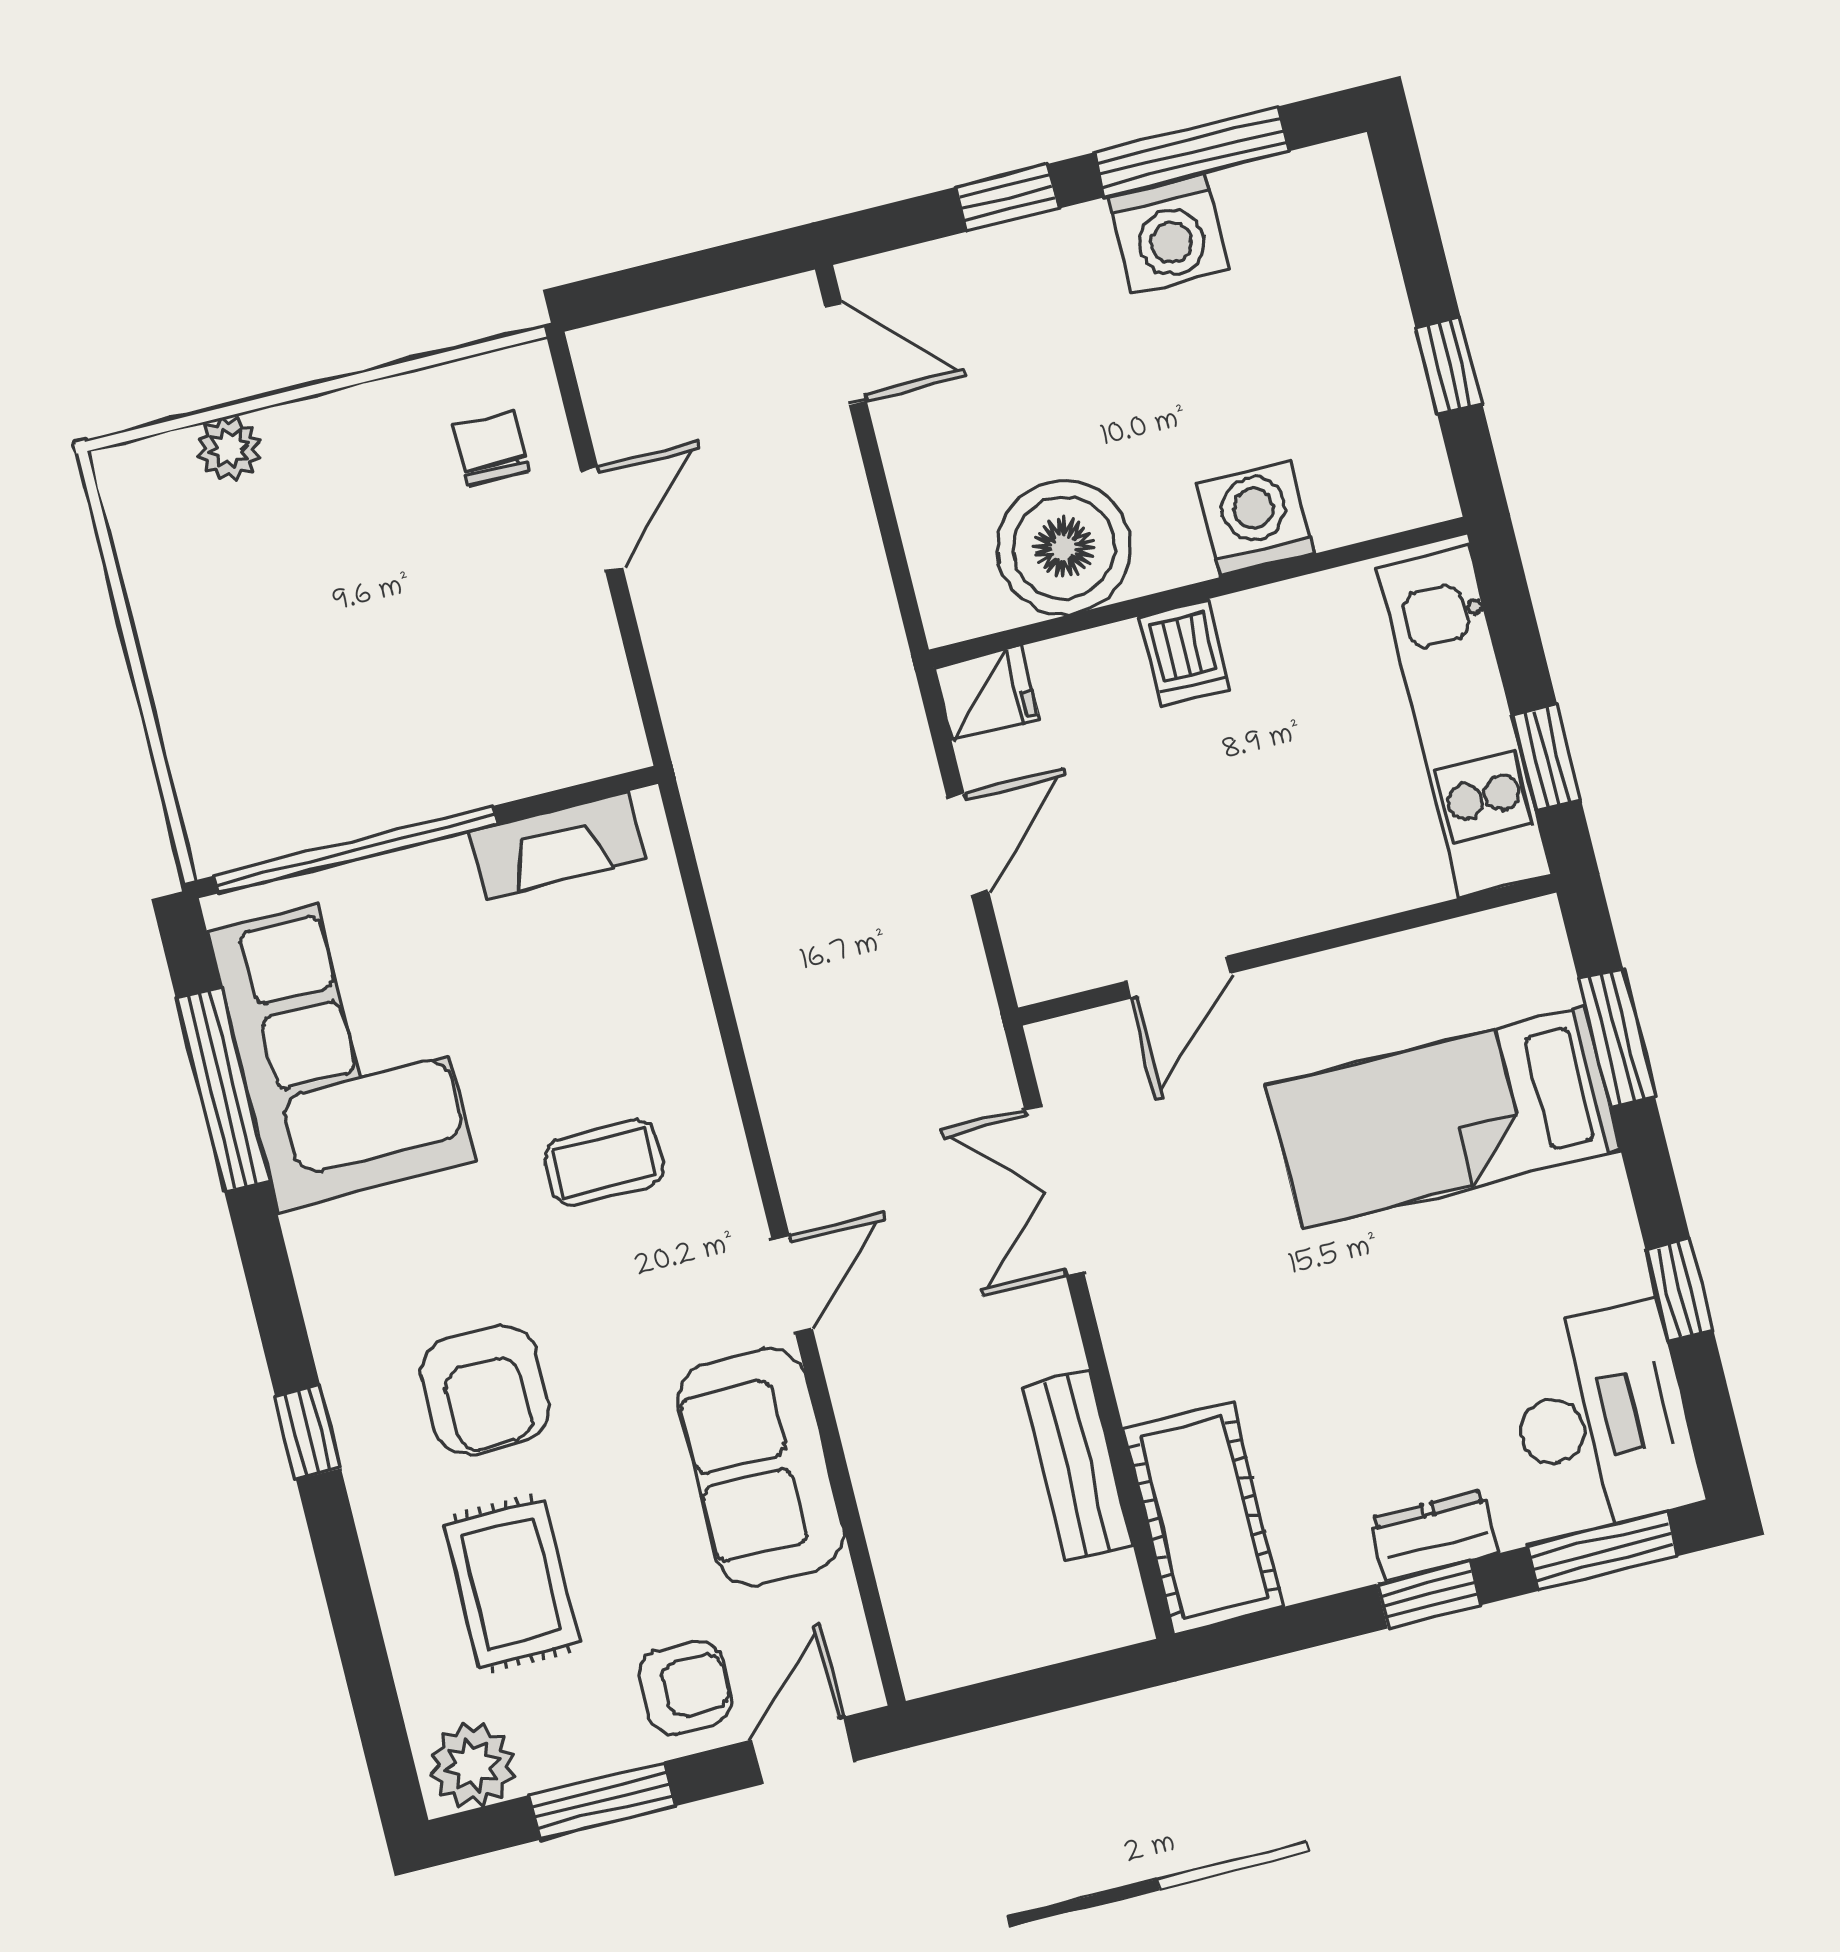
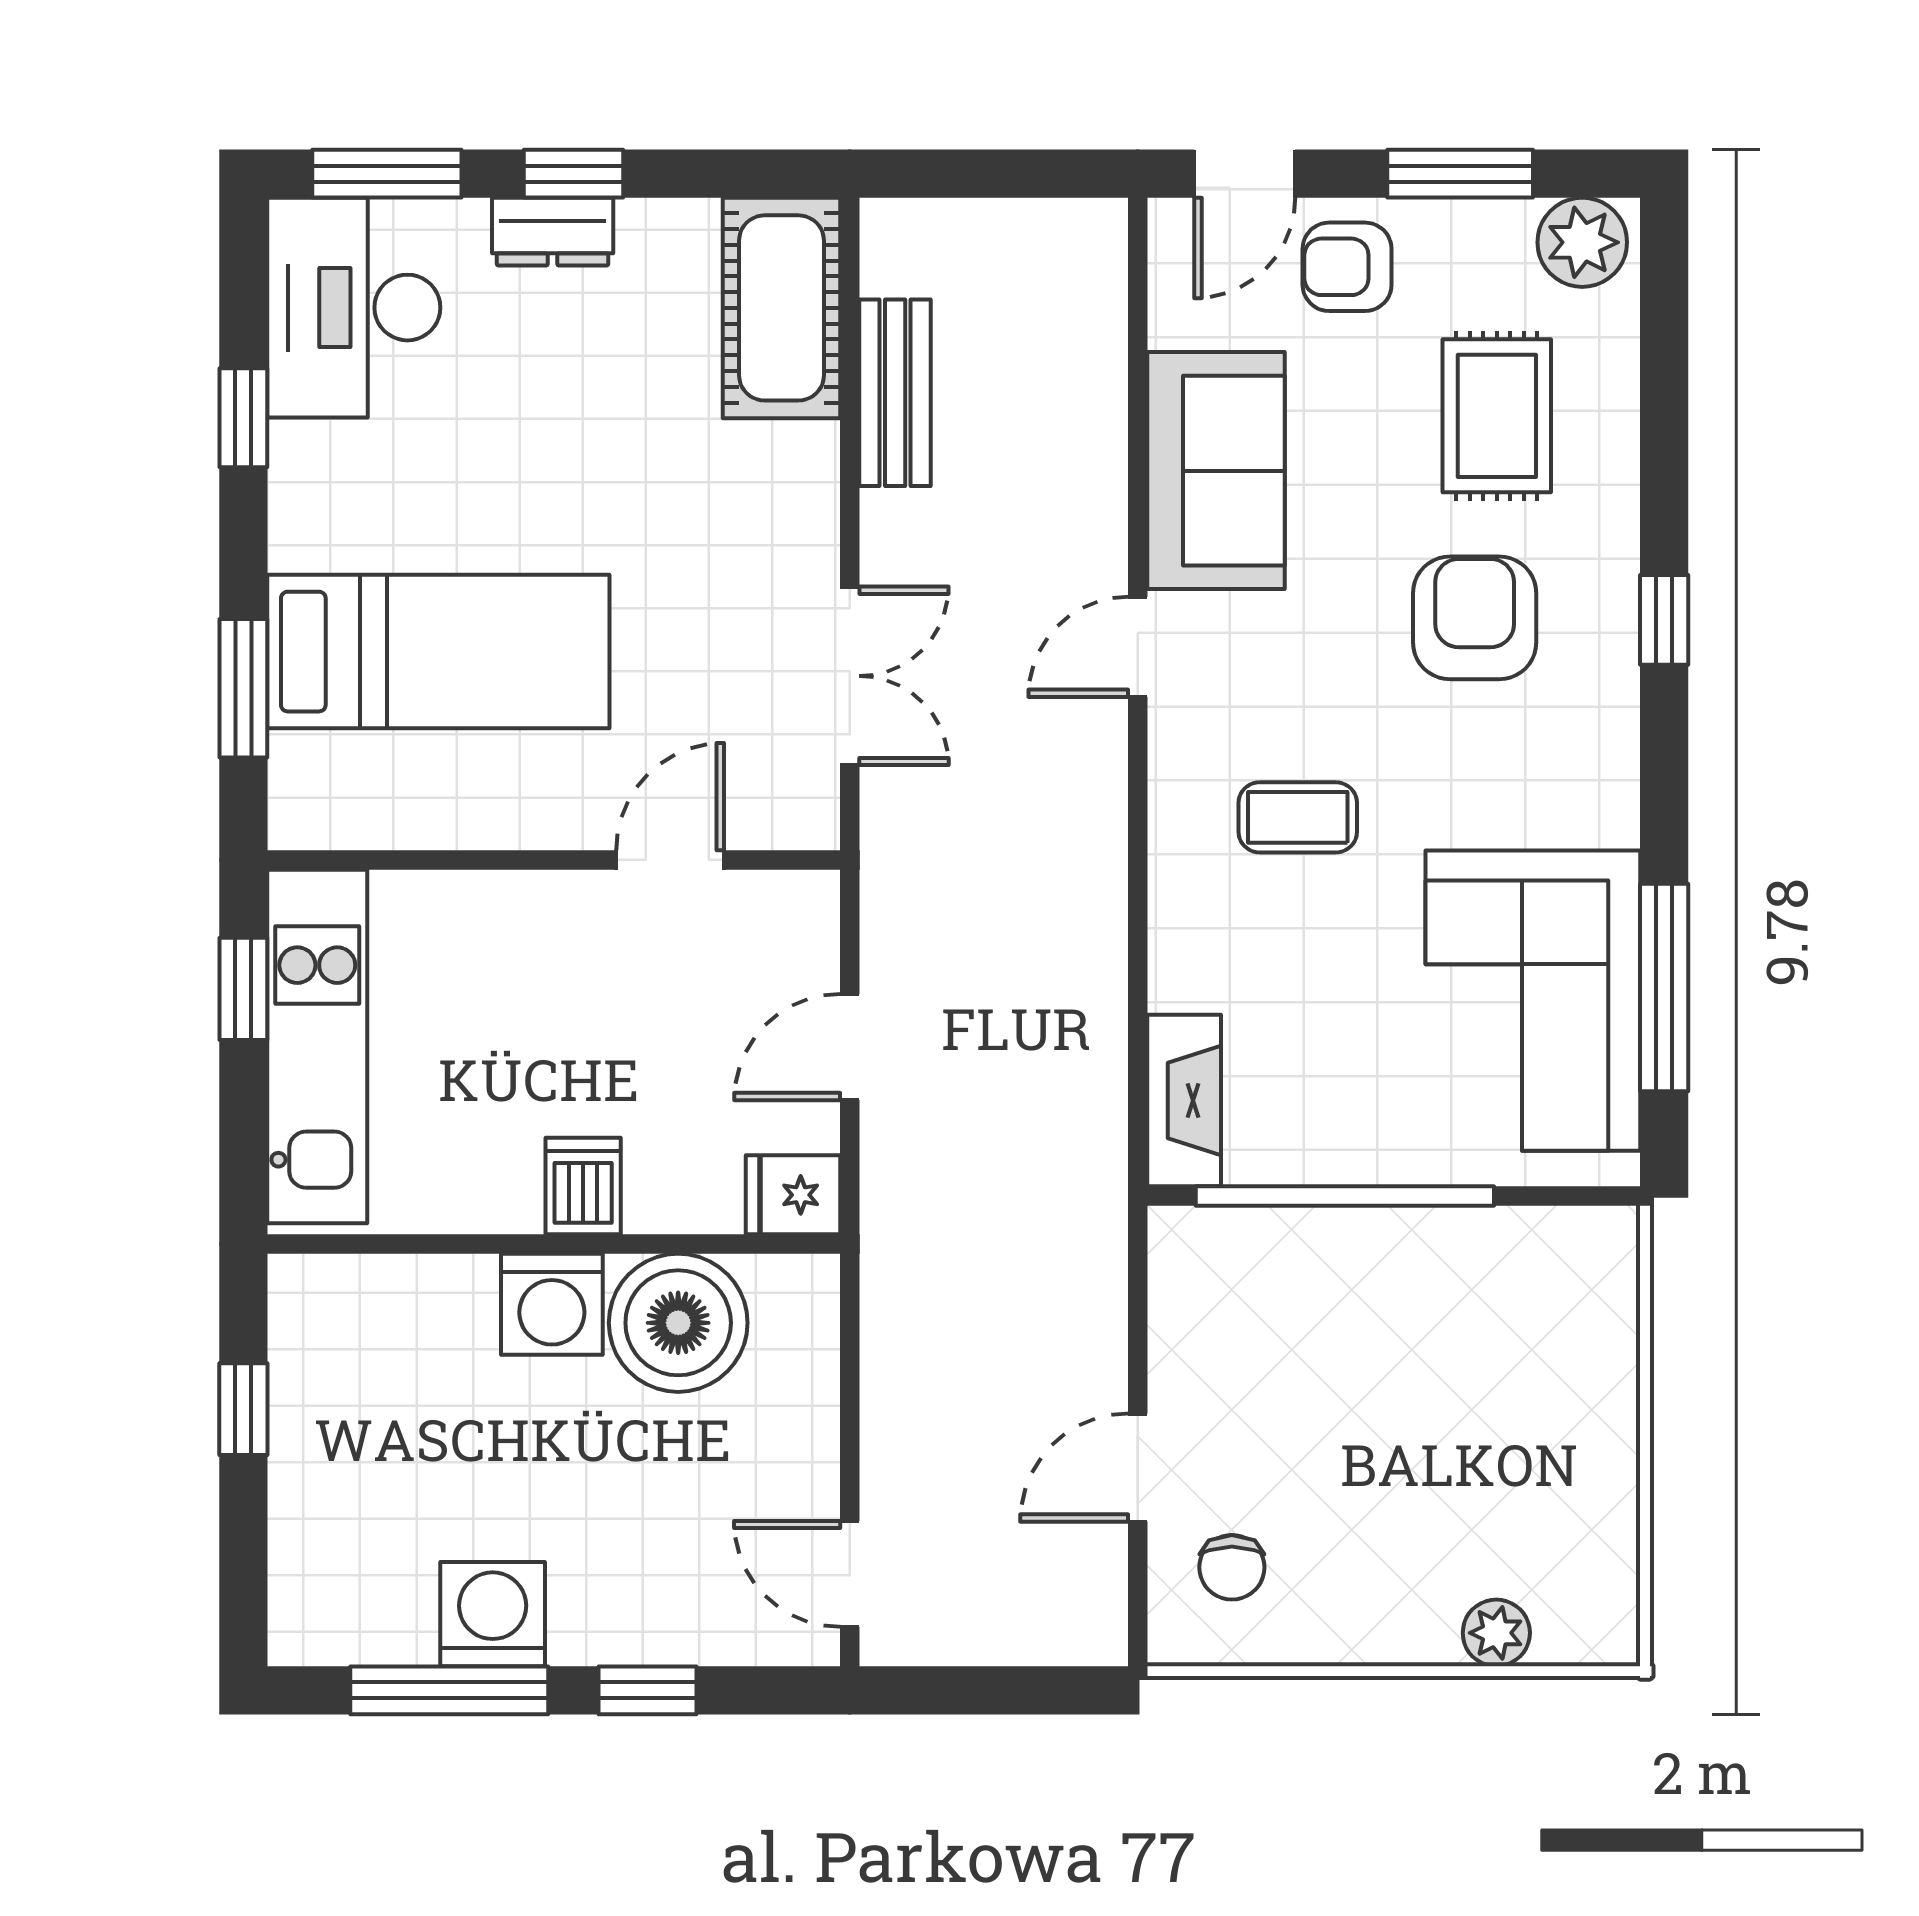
washing machine: (1256, 518) -> (552, 1304), moved
fireplace: (557, 845) -> (1184, 1100), moved, turned 90
window: (355, 850) -> (1345, 1196), moved

